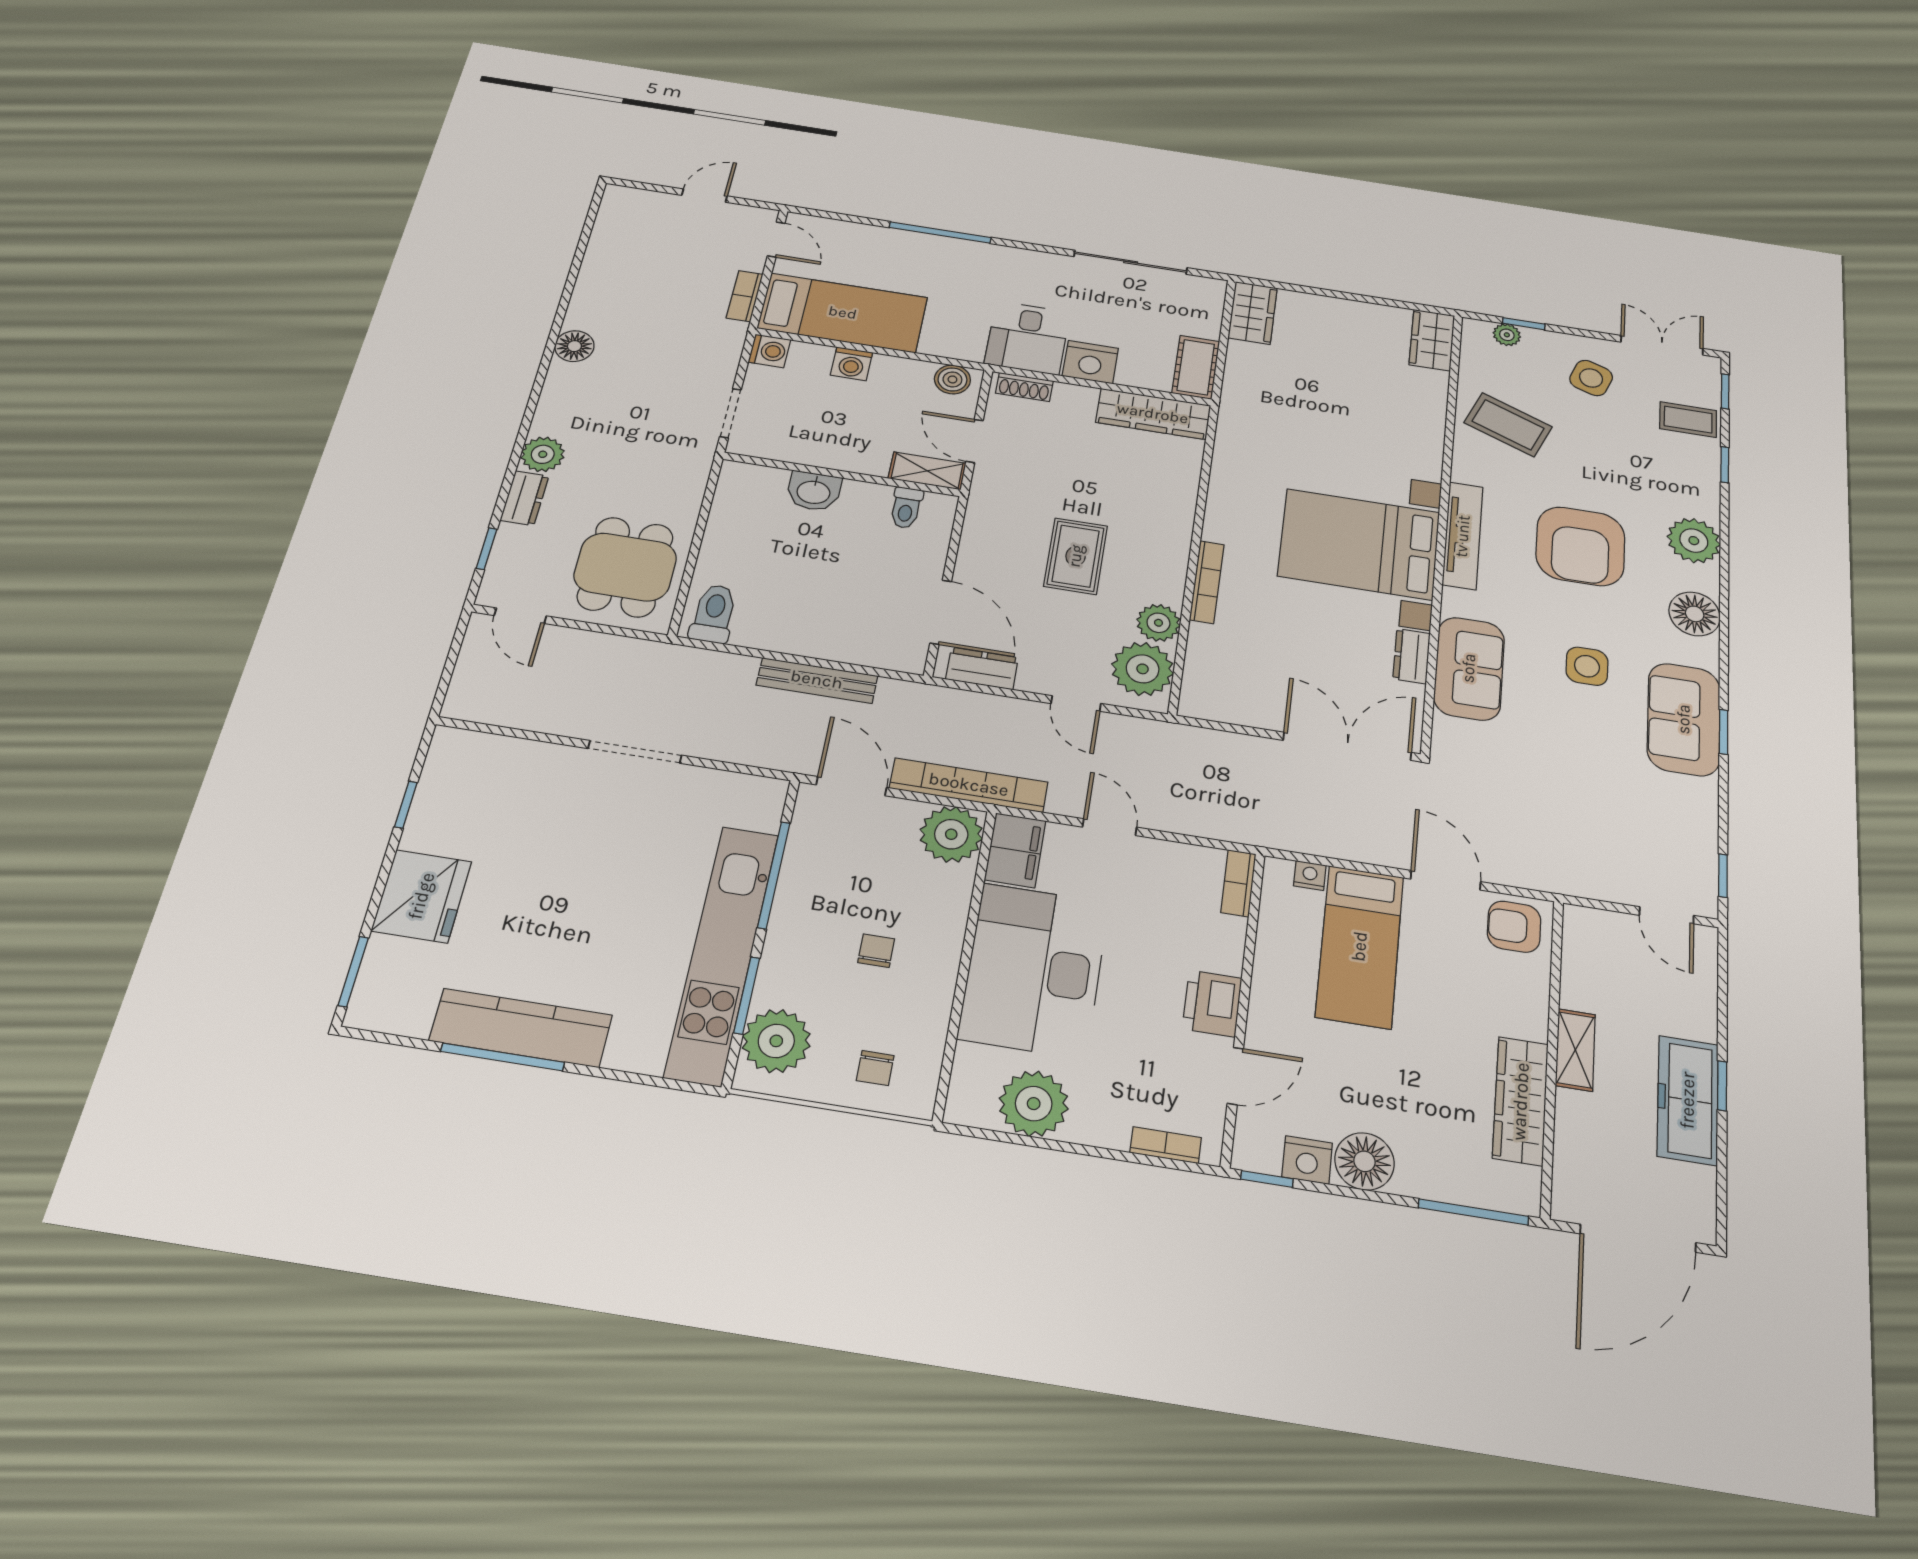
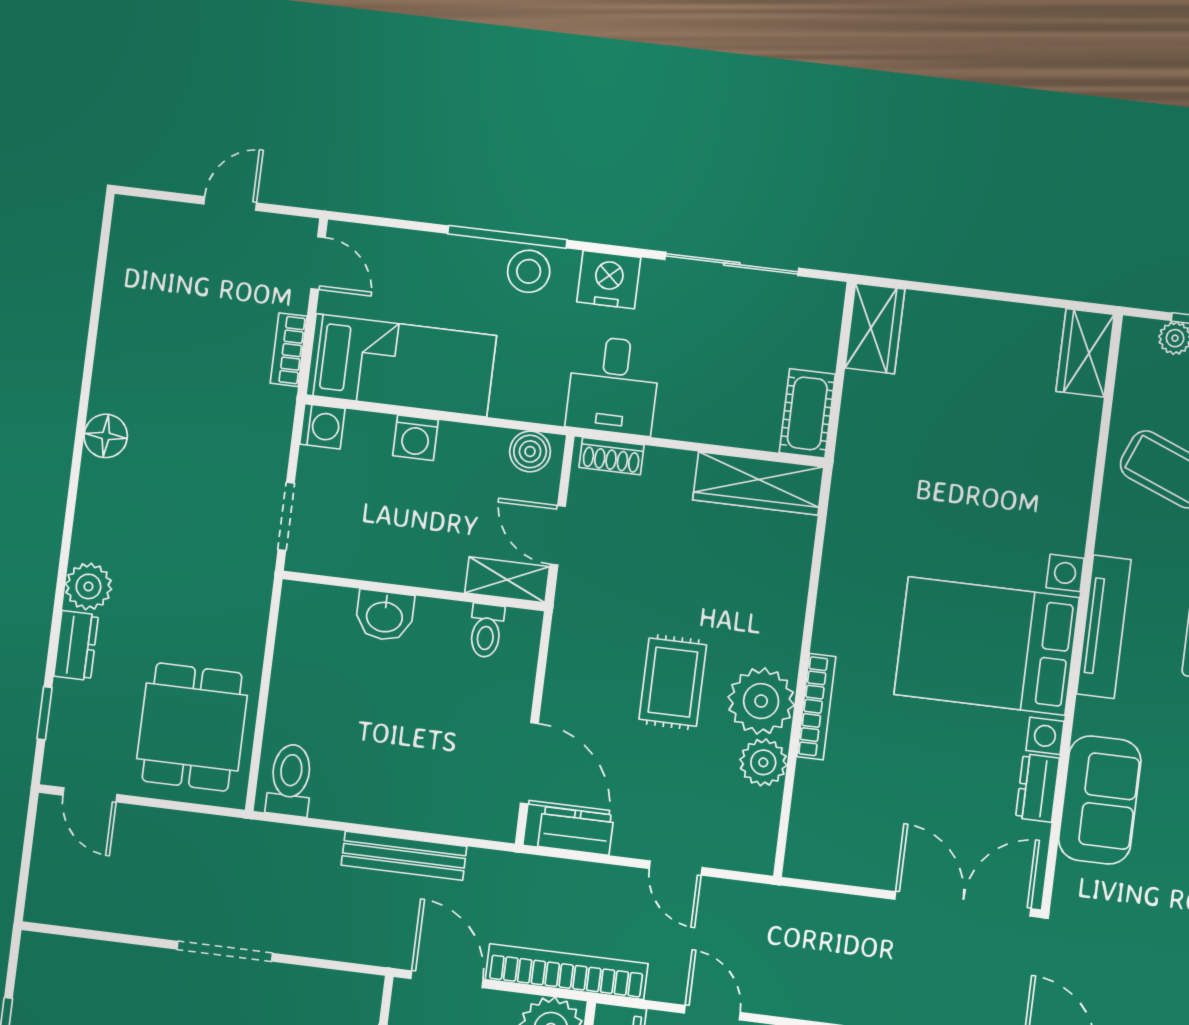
stool: (957, 256) -> (529, 271), added
nightstand: (1090, 362) -> (609, 280), moved, turned 180
plant: (1143, 669) -> (761, 701), moved

